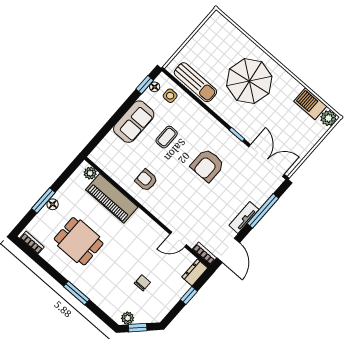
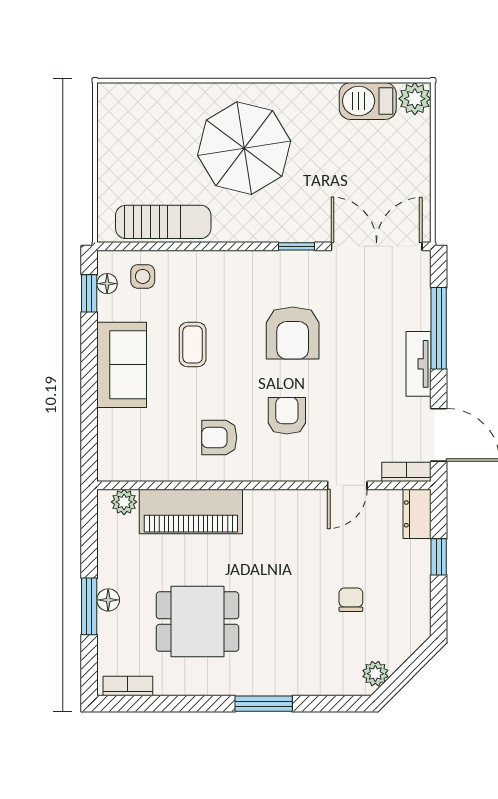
armchair: (178, 194) -> (287, 416), added
window: (138, 328) -> (403, 675), removed

